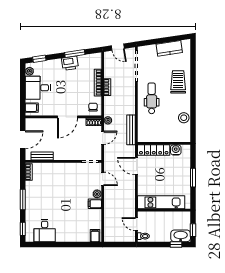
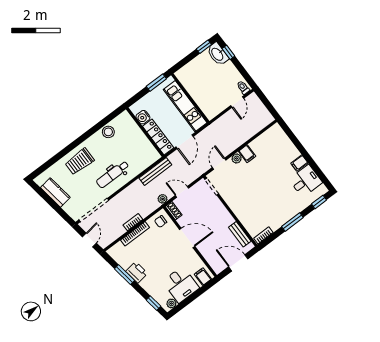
kitchen unit: (161, 202) -> (185, 106), moved
wall: (164, 210) -> (190, 98), moved
filing cabinet: (95, 236) -> (299, 163), moved

